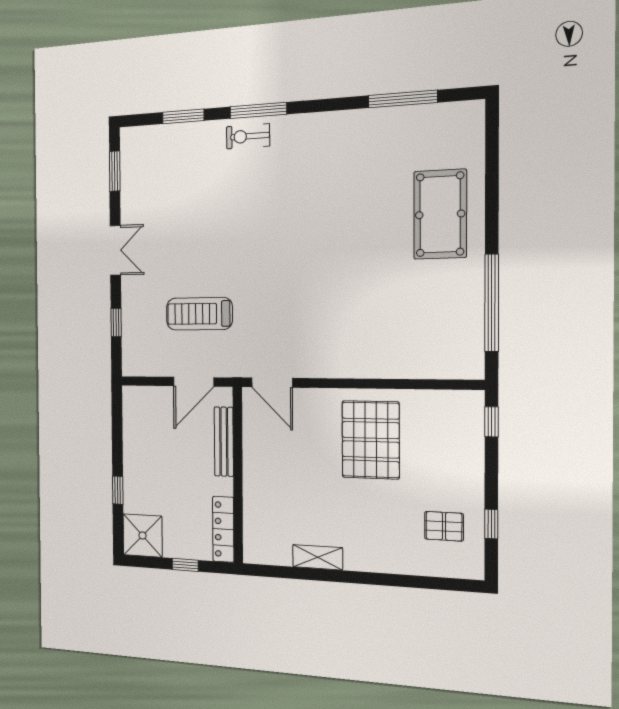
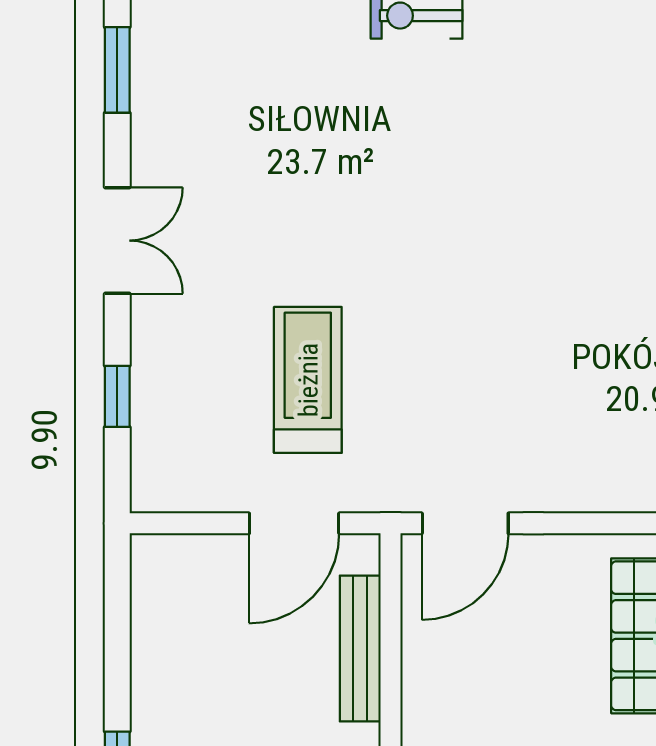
treadmill: (199, 314) -> (308, 380), turned 90
door: (272, 383) -> (465, 523), hinge flipped

